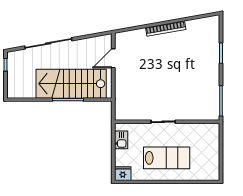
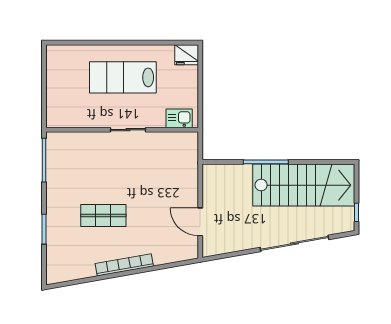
door: (113, 58) -> (200, 222), swing flipped
shop shelf: (180, 63) -> (103, 216), added
stairs: (71, 84) -> (304, 185), moved
kitchen sink: (121, 140) -> (179, 118), moved, turned 90

